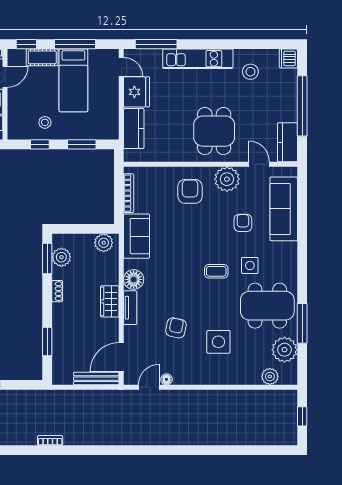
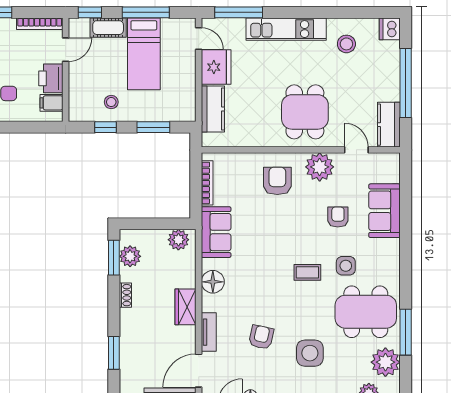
sofa: (284, 209) -> (384, 211), width x0.73
tv unit: (130, 308) -> (209, 332), moved

